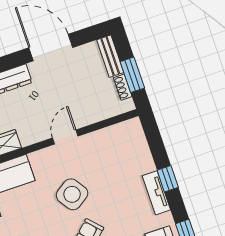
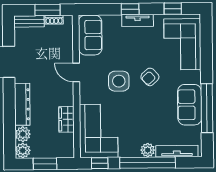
sofa: (118, 139) -> (90, 35), added
side table: (72, 194) -> (119, 81), turned 34

